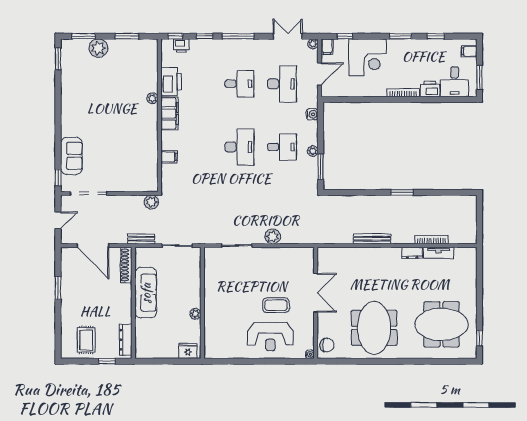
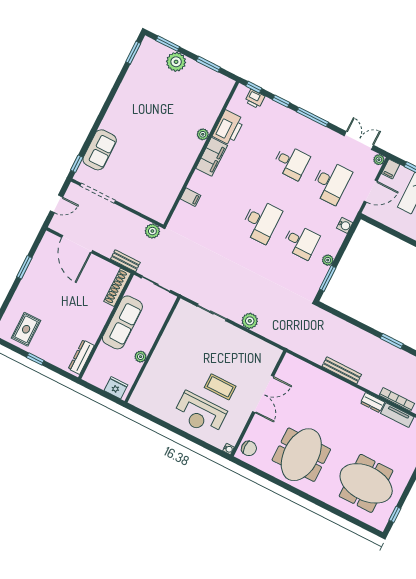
shoe rack: (126, 265) -> (117, 287), moved
sofa: (146, 293) -> (122, 322), moved
wall: (133, 303) -> (106, 326), moved
dresser: (126, 340) -> (81, 357), moved

